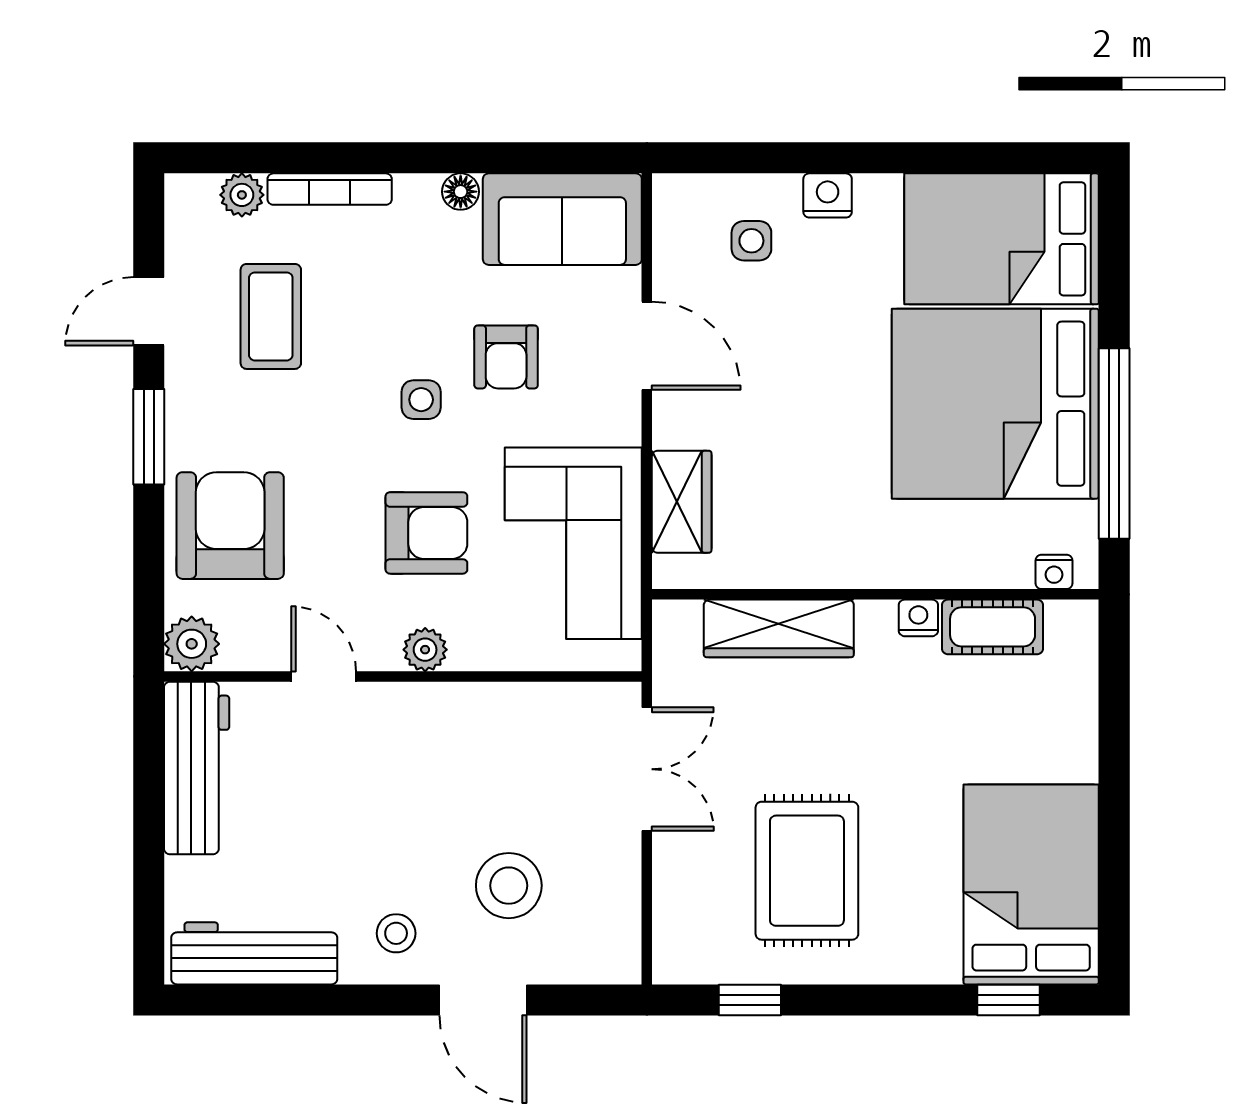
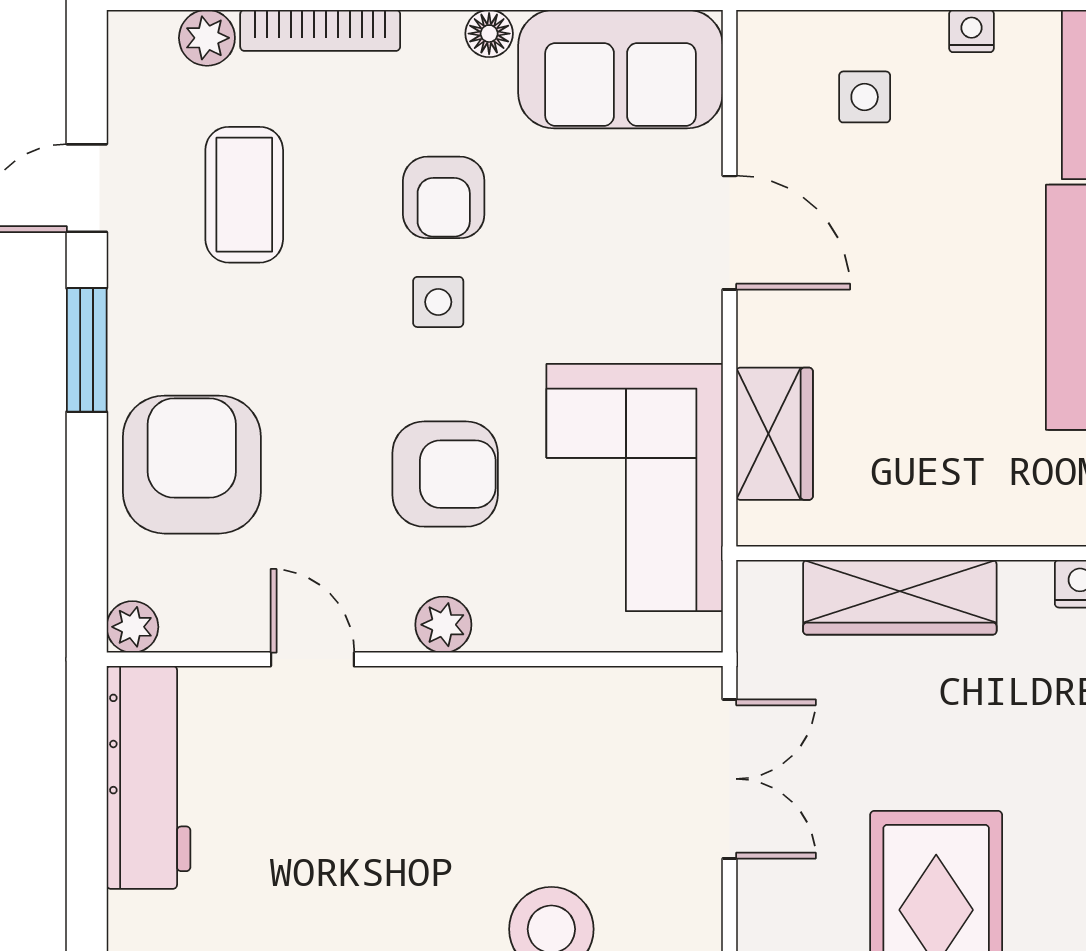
nightstand: (828, 195) -> (972, 31), width x0.72, depth x0.74
armchair: (506, 357) -> (444, 197), moved
plant: (192, 644) -> (132, 627), width x0.73, depth x0.73

